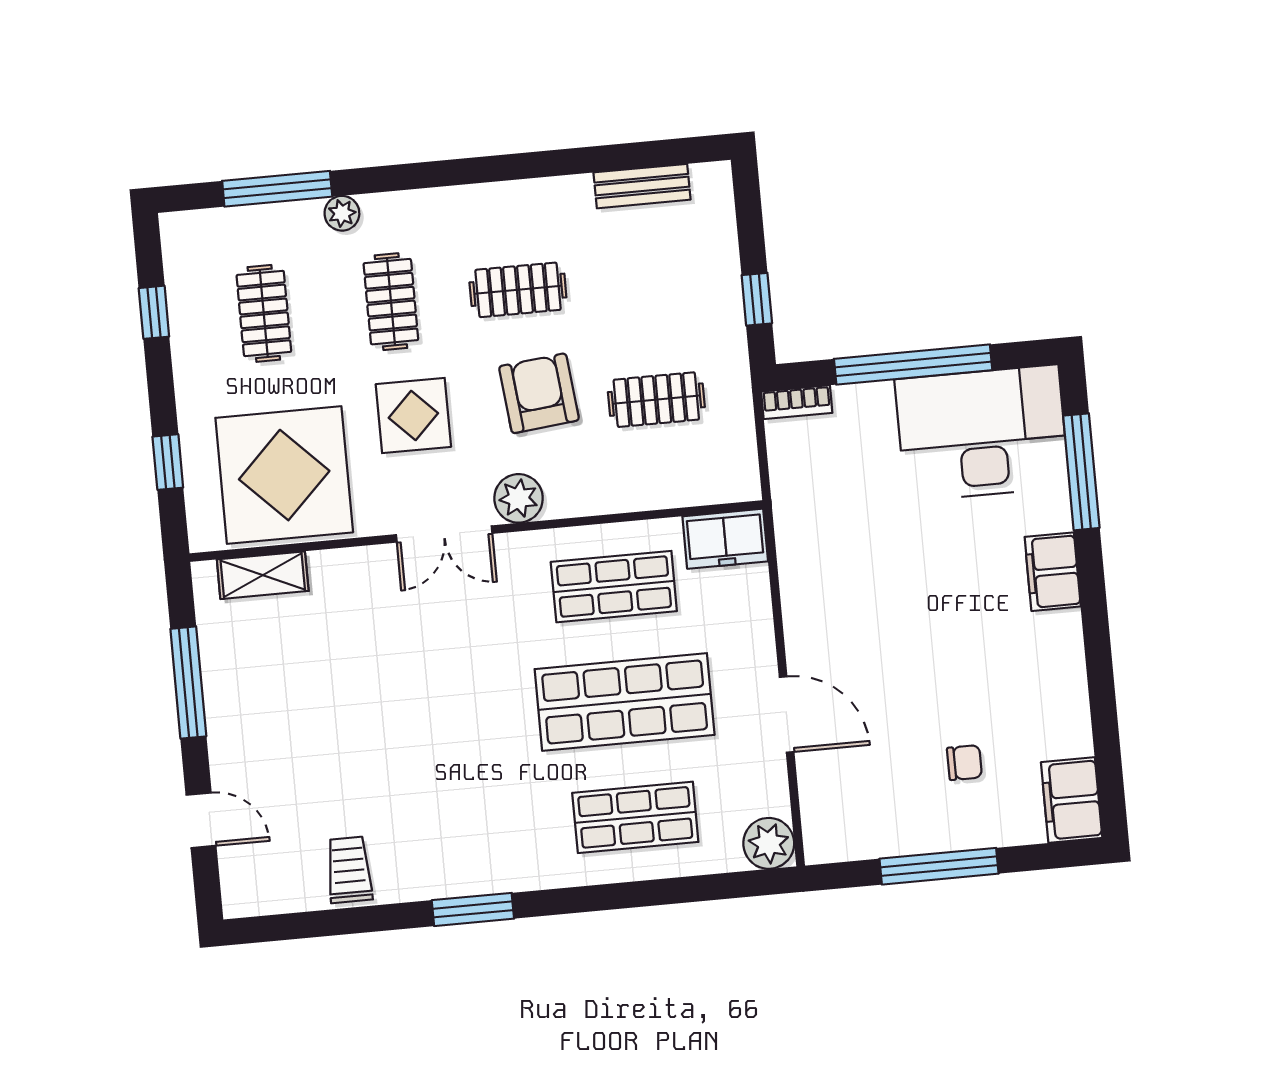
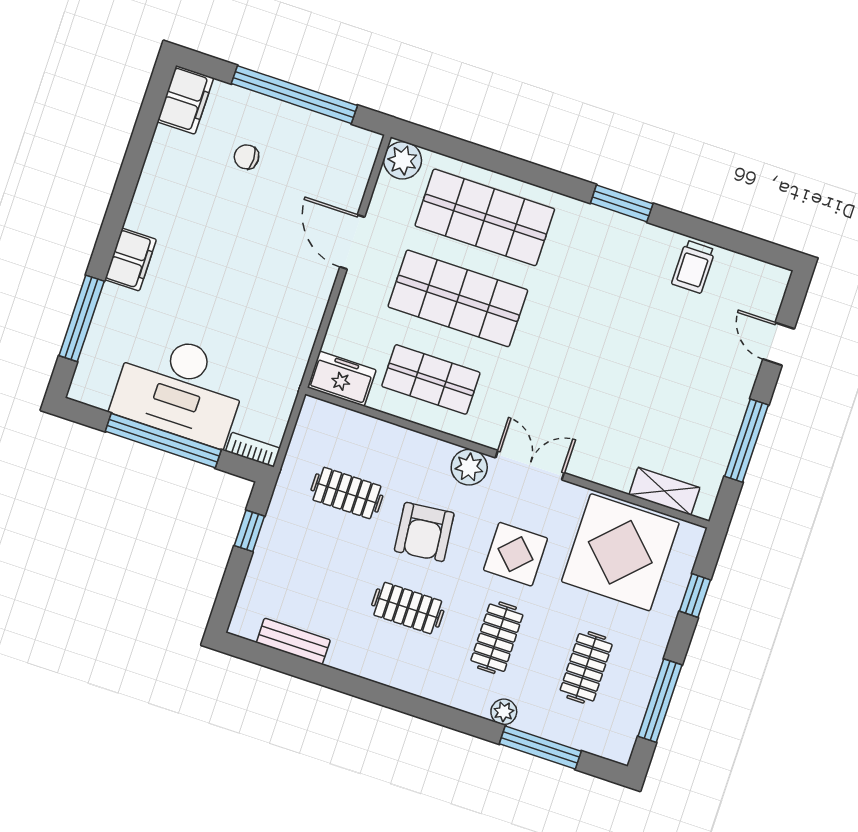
window: (154, 312) -> (660, 701), width x2.17
desk: (982, 433) -> (180, 388), moved
shop shelf: (635, 817) -> (485, 217), width x1.43, depth x1.36
window: (939, 866) -> (294, 95), width x1.46

